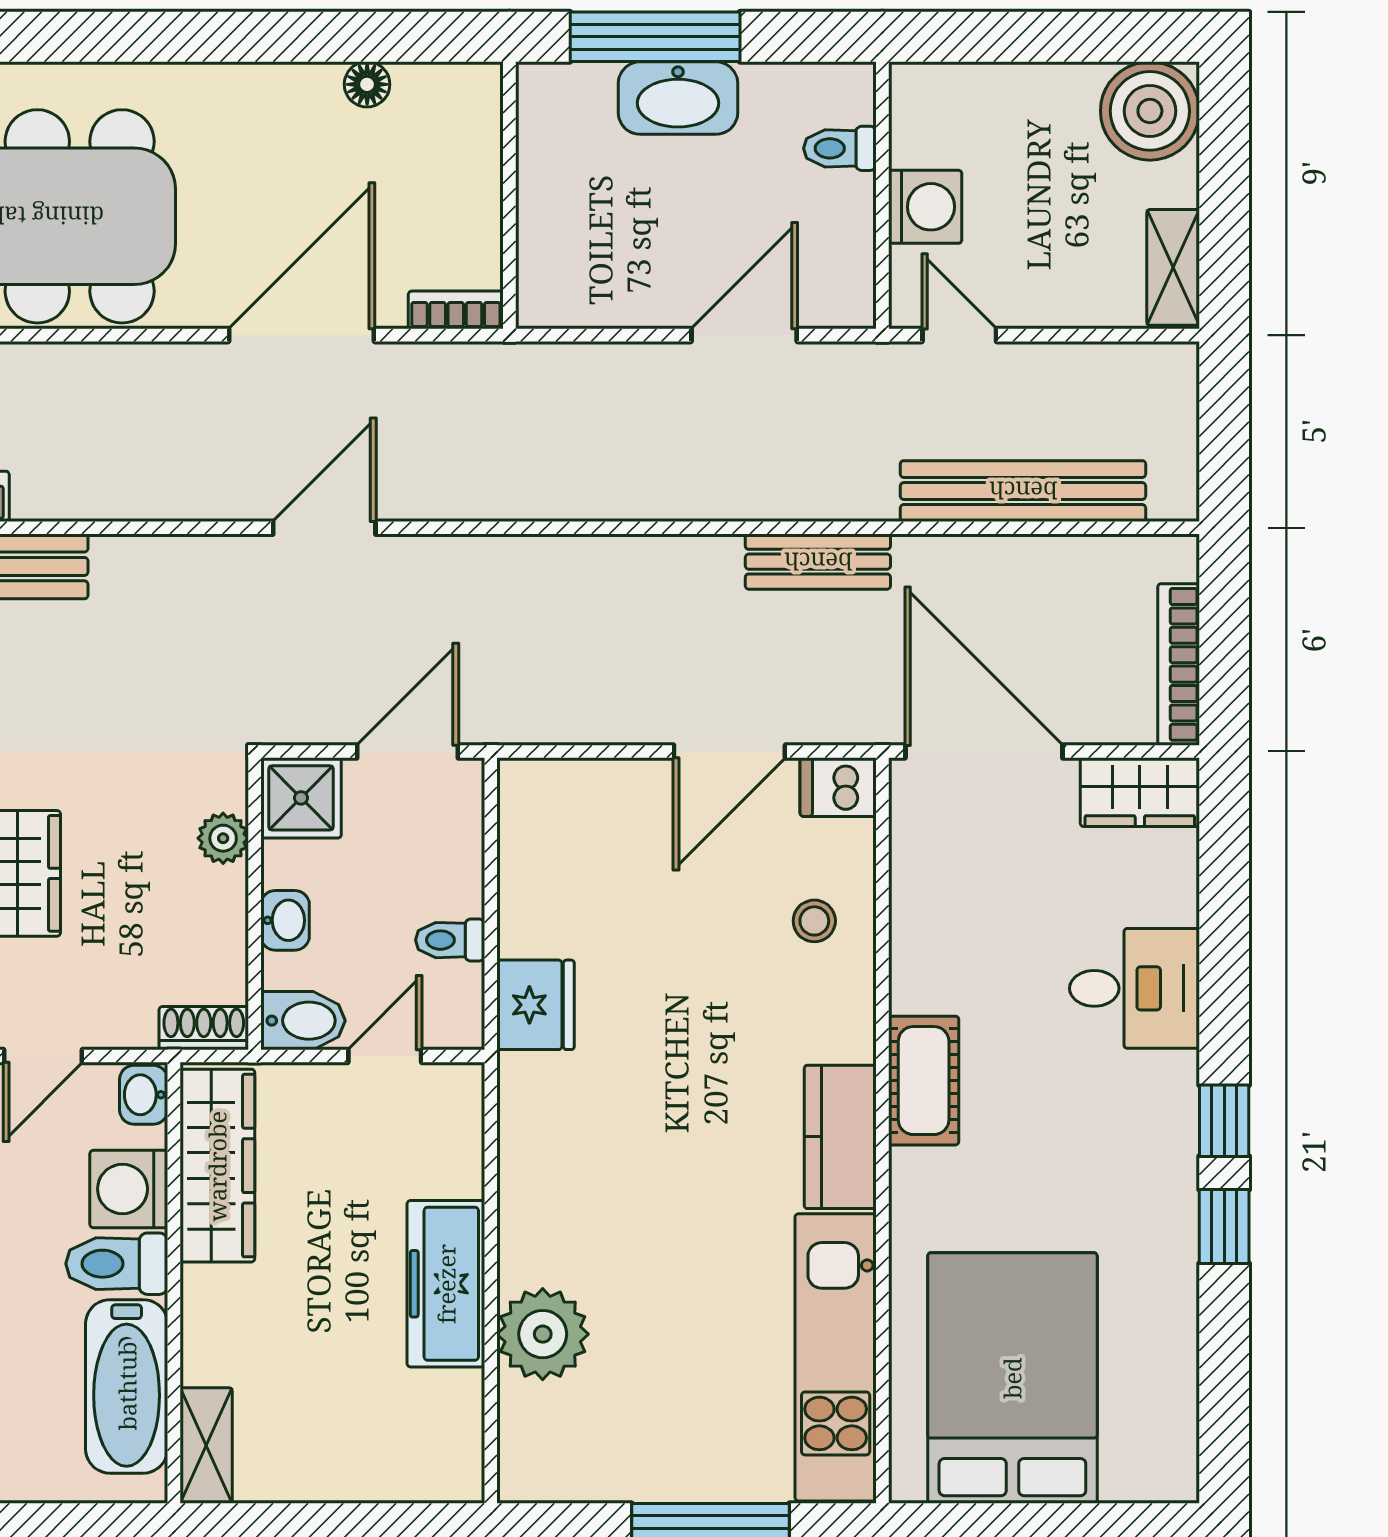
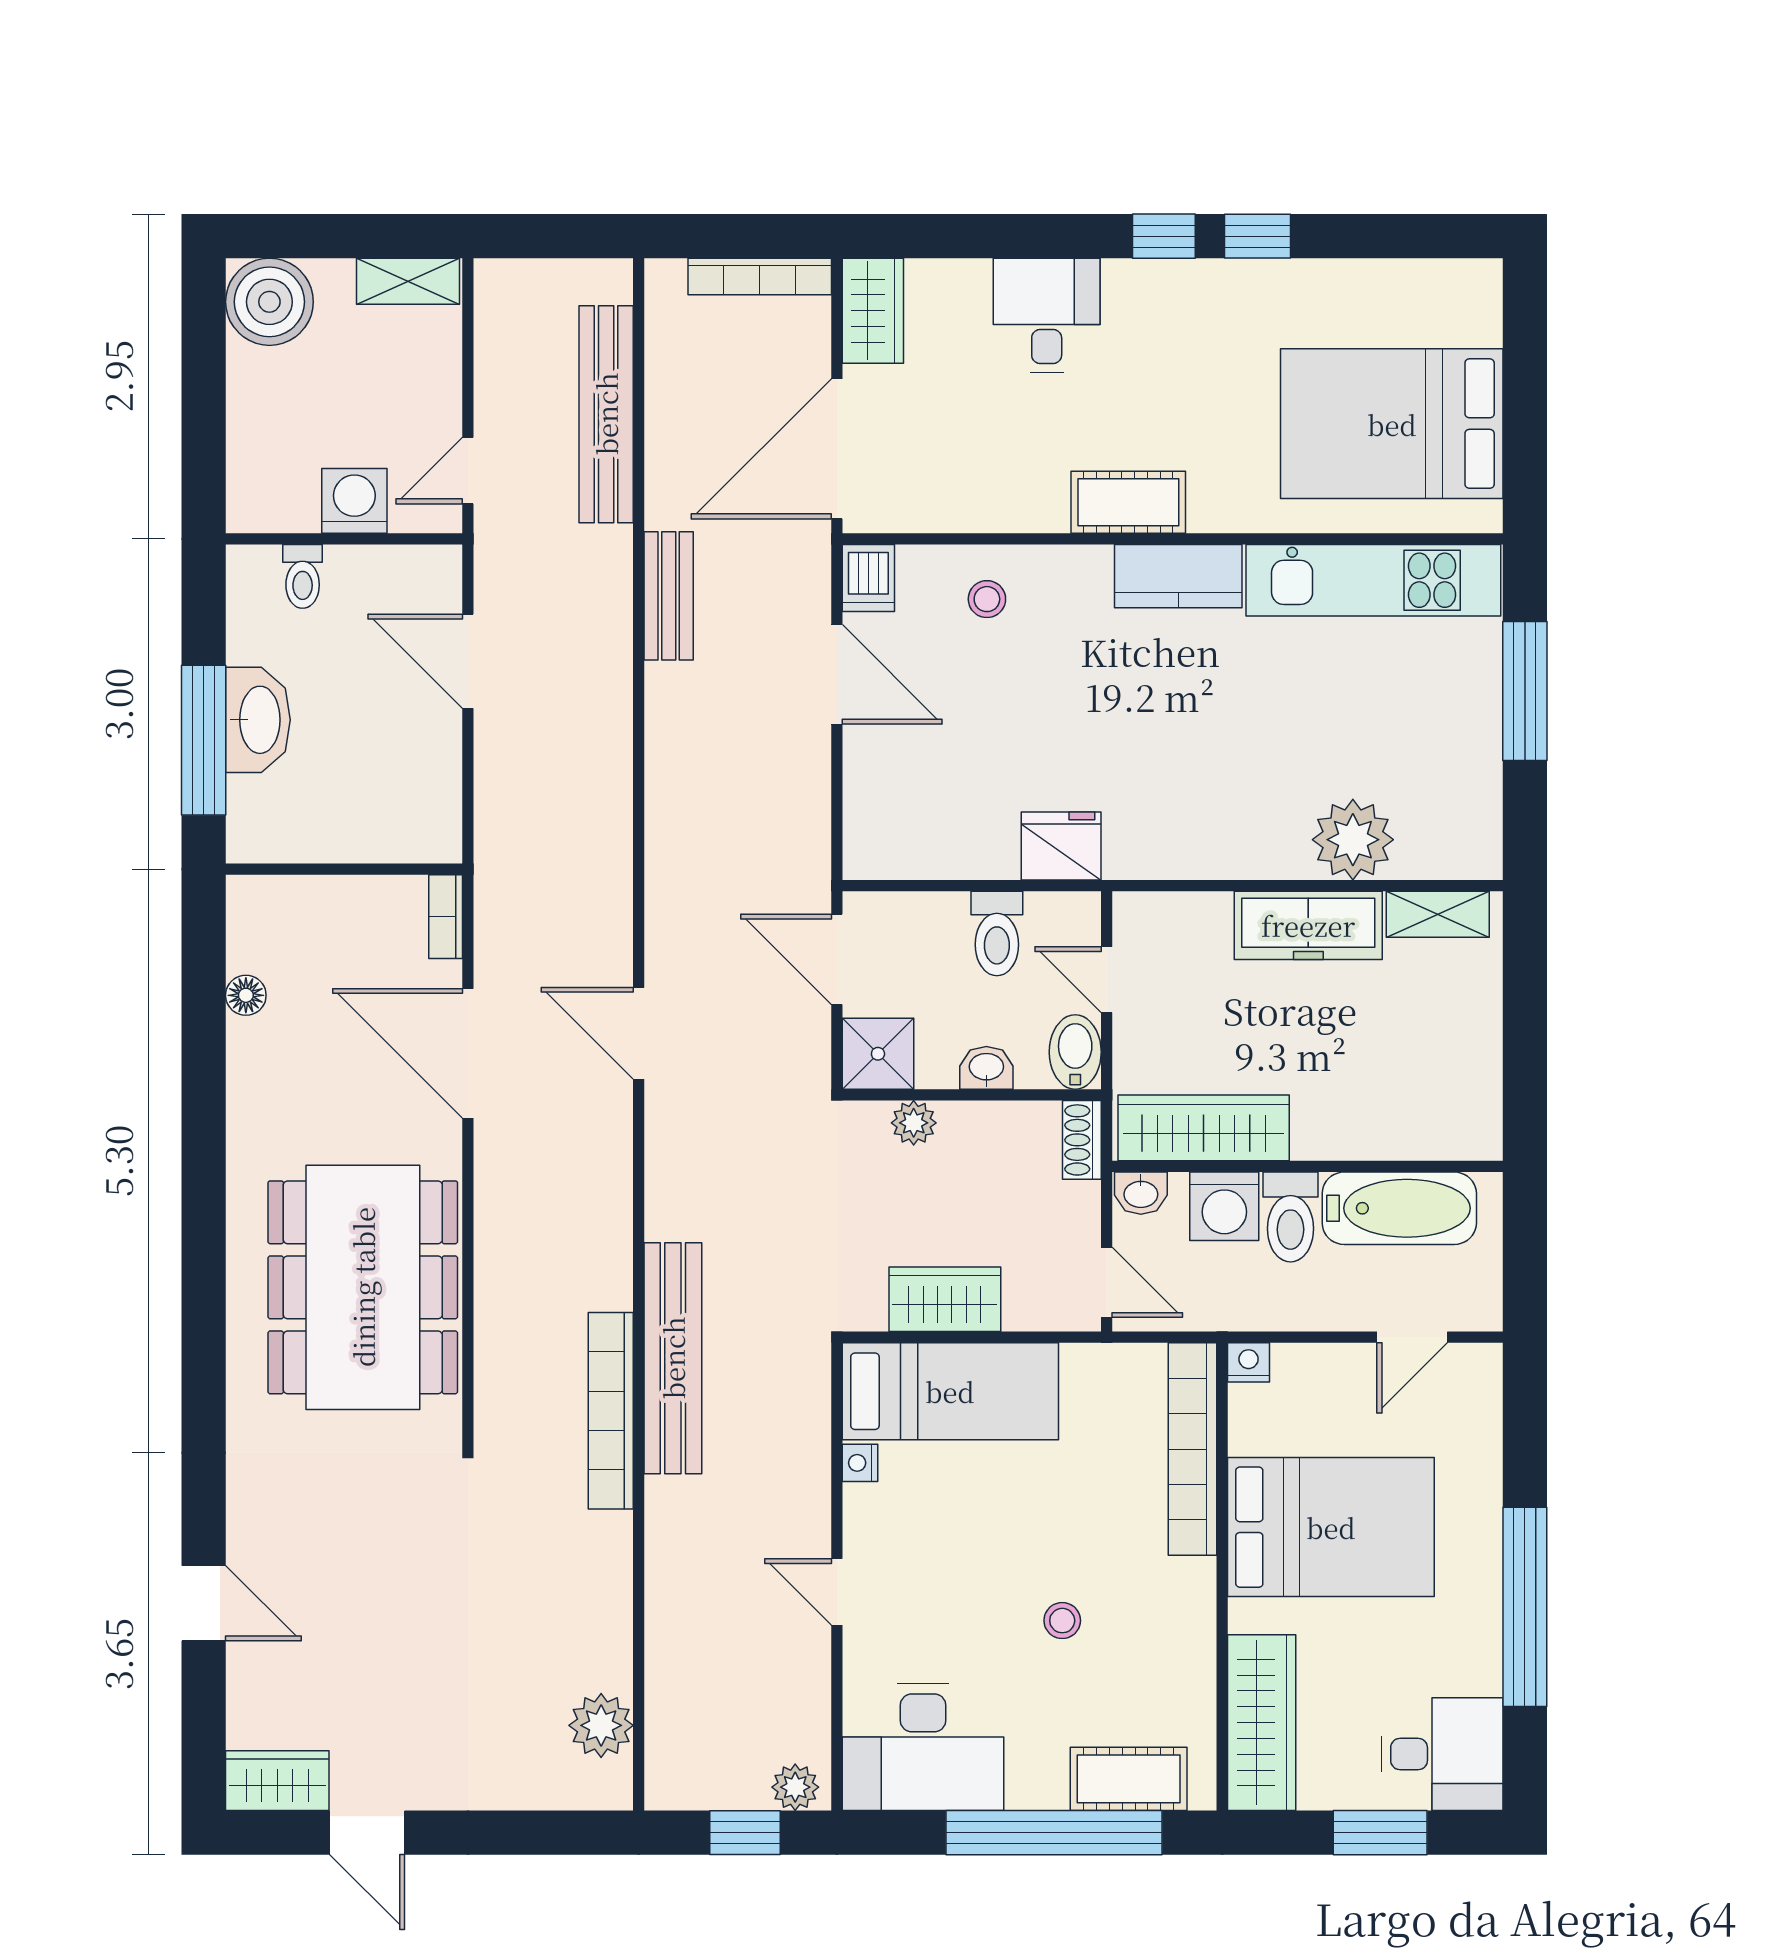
toilet: (450, 940) -> (997, 934), width x1.37, depth x1.39
shelving: (206, 1446) -> (1438, 914), moved

